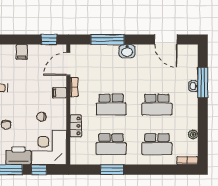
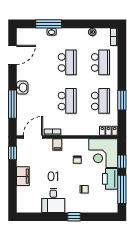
filing cabinet: (22, 52) -> (23, 176), width x2.00
door: (68, 64) -> (33, 137), swing flipped
locker: (76, 126) -> (108, 131), moved

